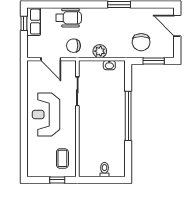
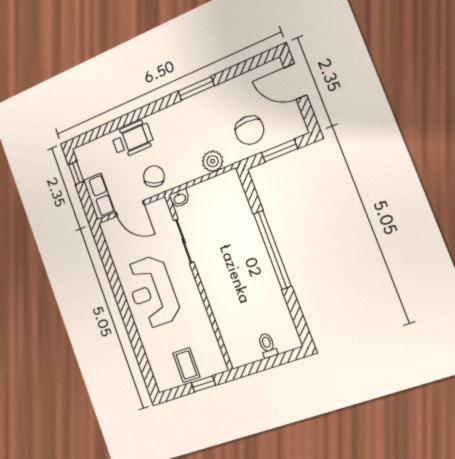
row of seats: (34, 22) -> (99, 196), moved
chair: (73, 46) -> (154, 176), turned 111
plant: (100, 51) -> (213, 161), moved
washbasin: (109, 65) -> (180, 198), moved
coffee table: (62, 158) -> (186, 365), moved

